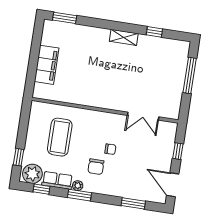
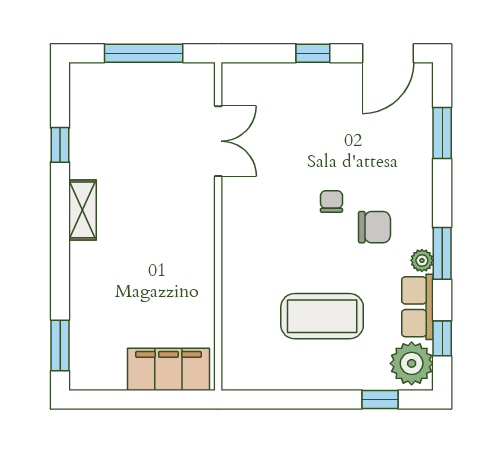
wall: (105, 110) -> (218, 226), moved
double door: (143, 116) -> (218, 141), moved

